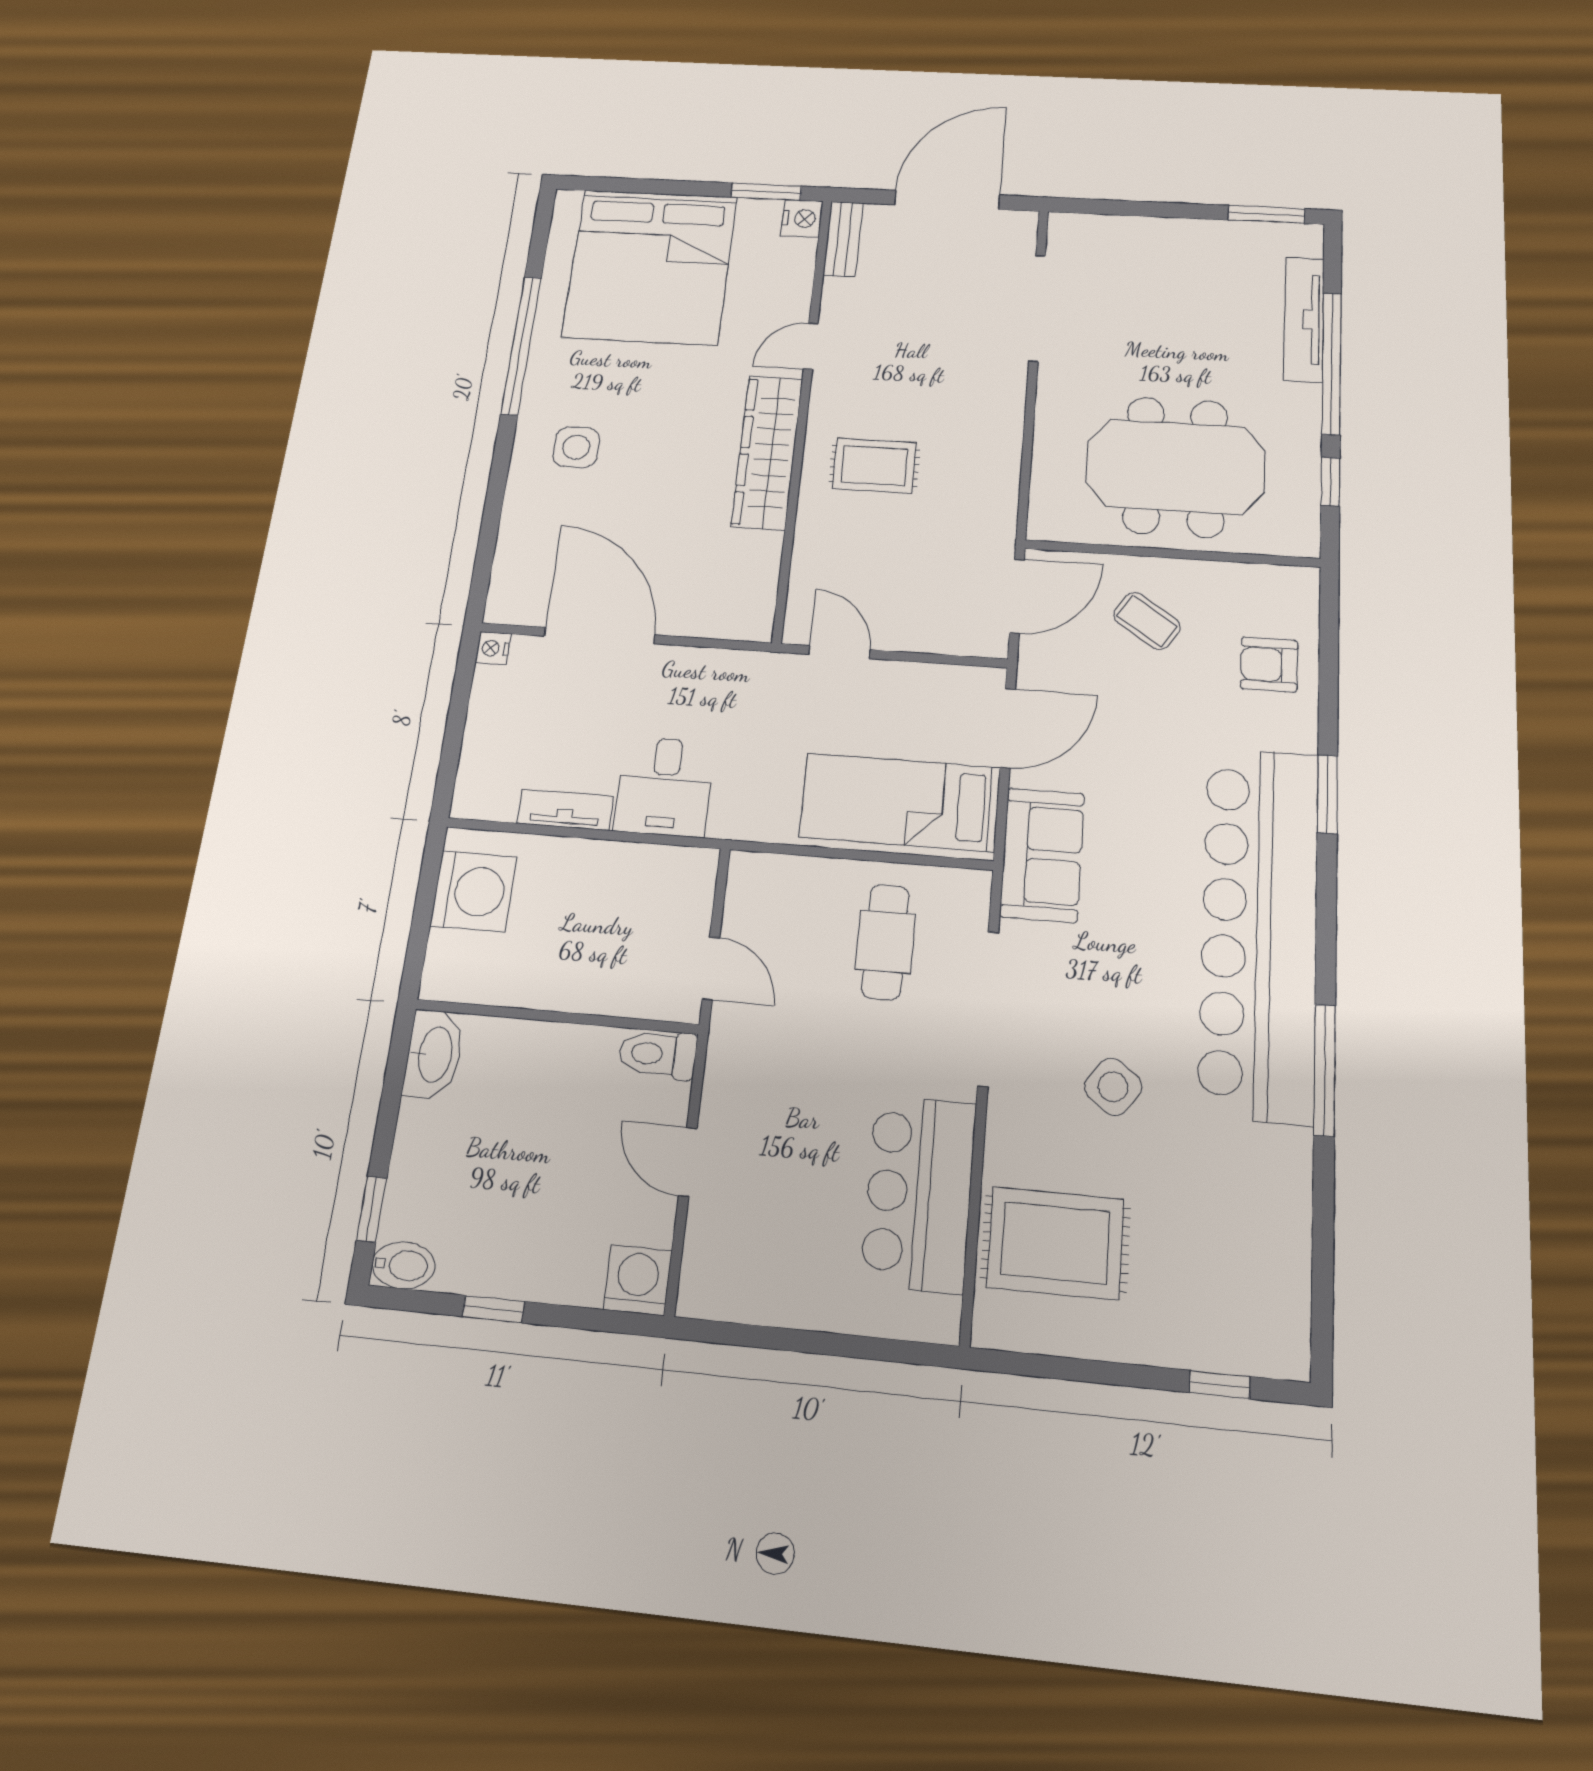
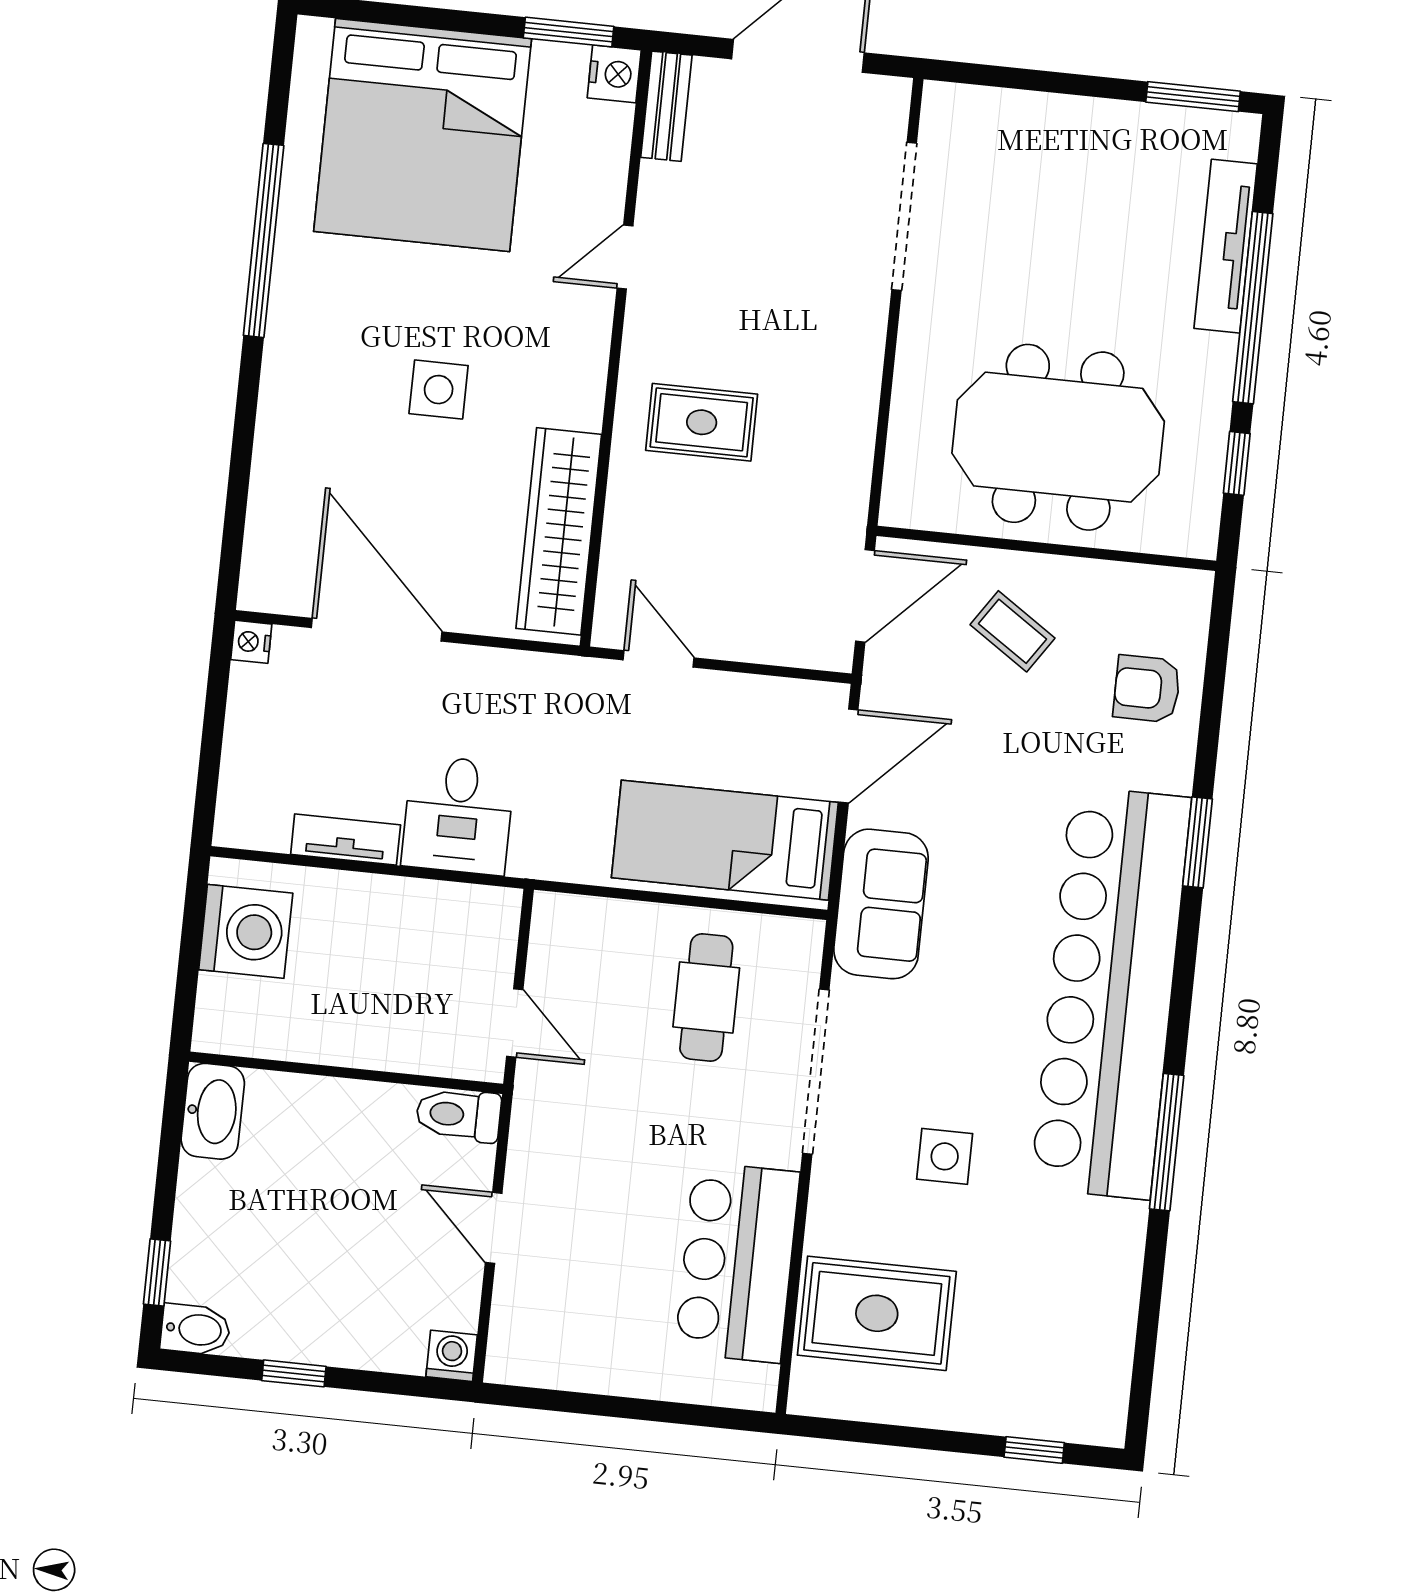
side table: (576, 447) -> (439, 390), moved
wardrobe: (767, 452) -> (559, 531), moved
side table: (1113, 1087) -> (945, 1156), turned -37
washing machine: (638, 1280) -> (452, 1356), width x0.73, depth x0.73

